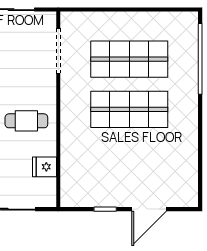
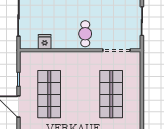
shop shelf: (129, 109) -> (49, 94), moved
cafe table: (26, 121) -> (85, 34), moved

